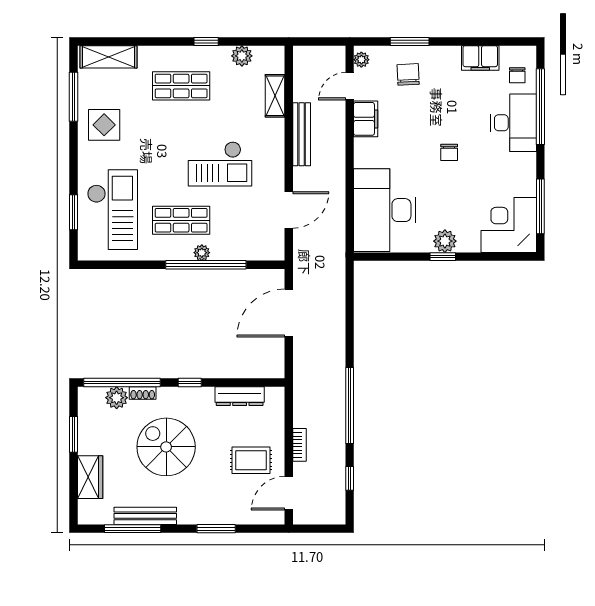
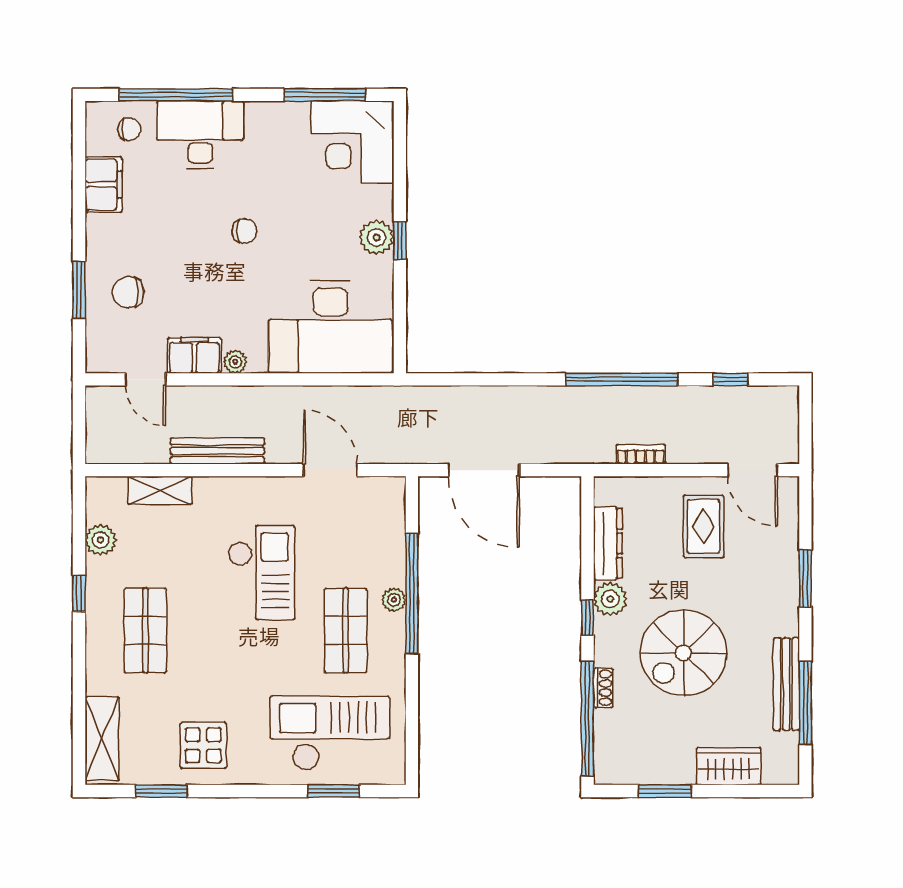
plant: (361, 60) -> (235, 362), moved
window: (74, 97) -> (161, 791), width x0.69
plant: (117, 398) -> (610, 599), moved
bookcase: (299, 445) -> (641, 454), moved

